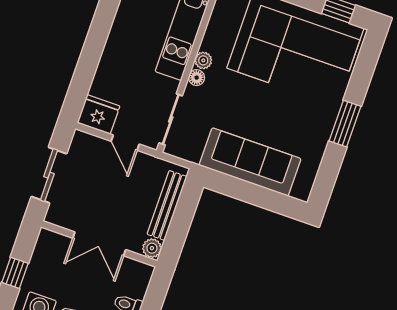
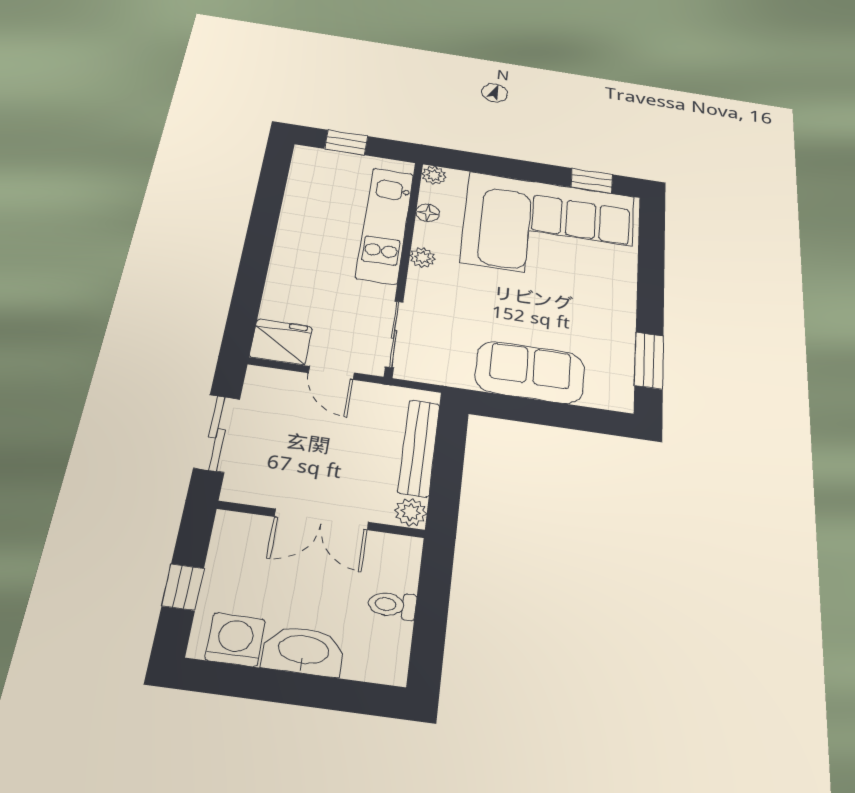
floor lamp: (197, 78) -> (428, 213), moved
window: (345, 124) -> (649, 360), moved
sofa: (250, 162) -> (530, 372), width x0.73

